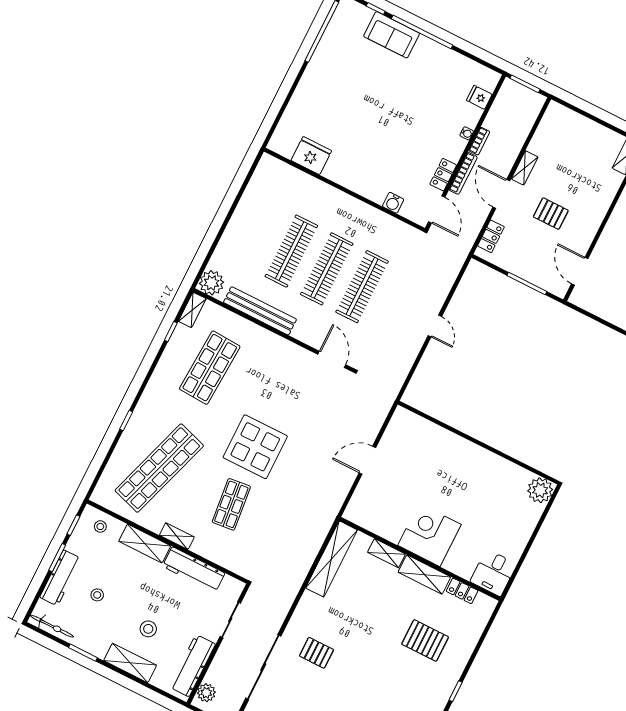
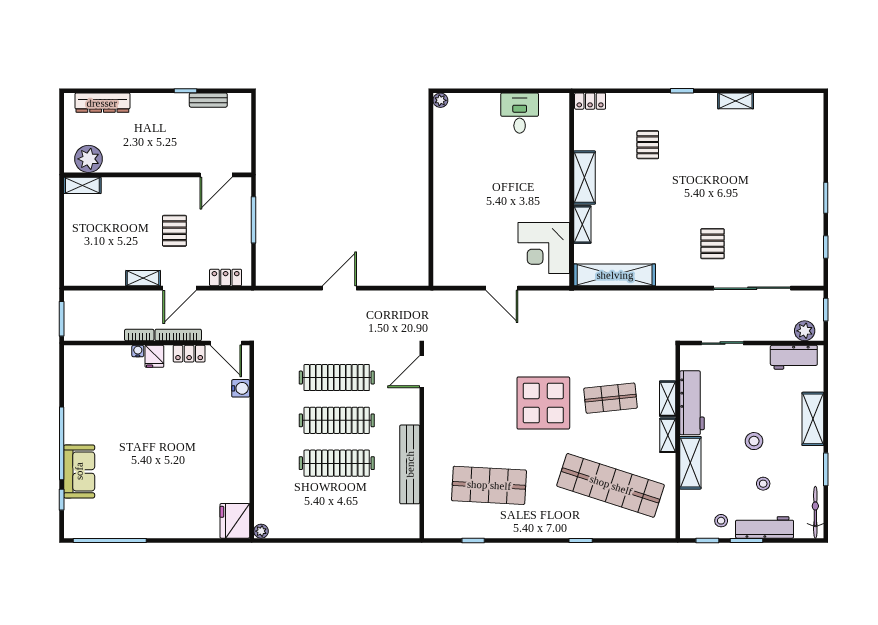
fridge: (479, 97) -> (154, 356), moved
fridge: (311, 156) -> (235, 521), moved
door: (437, 209) -> (226, 343), swing flipped
plant: (211, 283) -> (261, 531), moved, width x0.53, depth x0.53
shelving: (192, 310) -> (668, 399), moved, turned 90
door: (435, 326) -> (339, 288), width x1.38
plant: (540, 490) -> (440, 100), width x0.53, depth x0.53
stool: (100, 526) -> (721, 521), moved
corner desk: (429, 535) -> (544, 248), moved
desk: (493, 573) -> (520, 113), moved, turned -90
locker: (462, 591) -> (590, 101), moved, turned 90
stool: (148, 629) -> (754, 441), moved
pallet: (425, 640) -> (648, 145), width x0.67, depth x0.71
workbench: (192, 666) -> (794, 357), width x0.73

